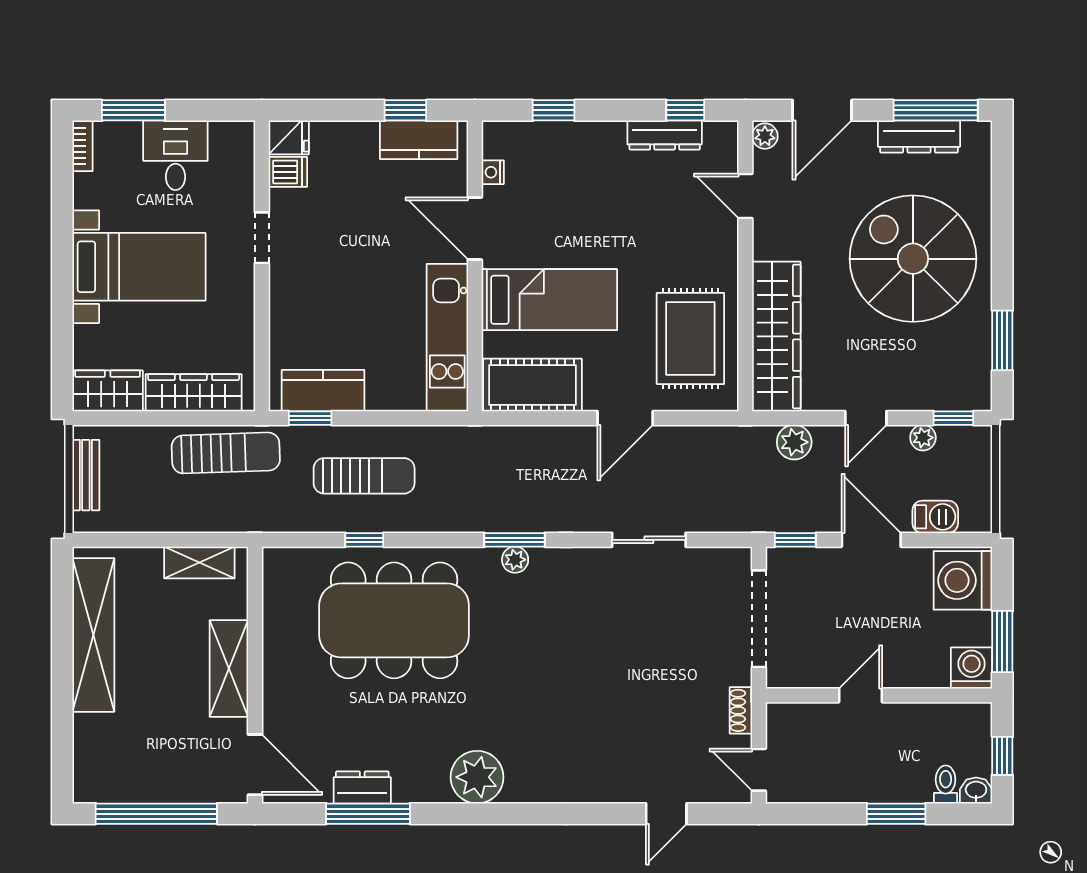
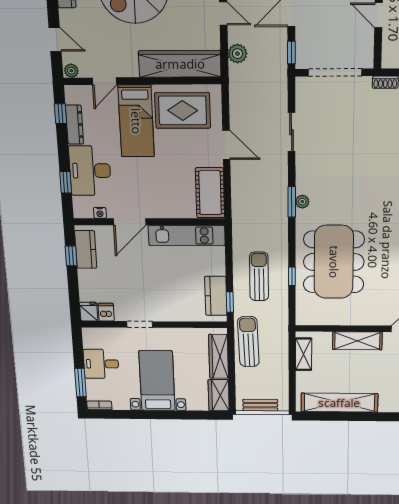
door: (822, 110) -> (55, 39), width x0.73
desk: (576, 159) -> (90, 171), added
bed: (549, 300) -> (136, 121), moved, turned 180

